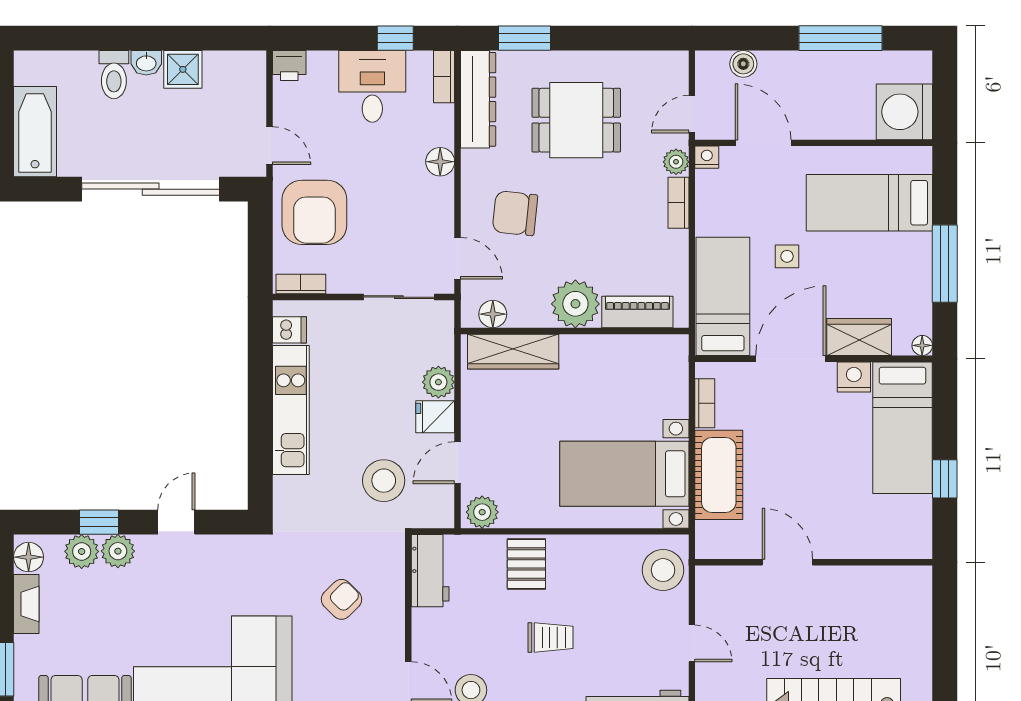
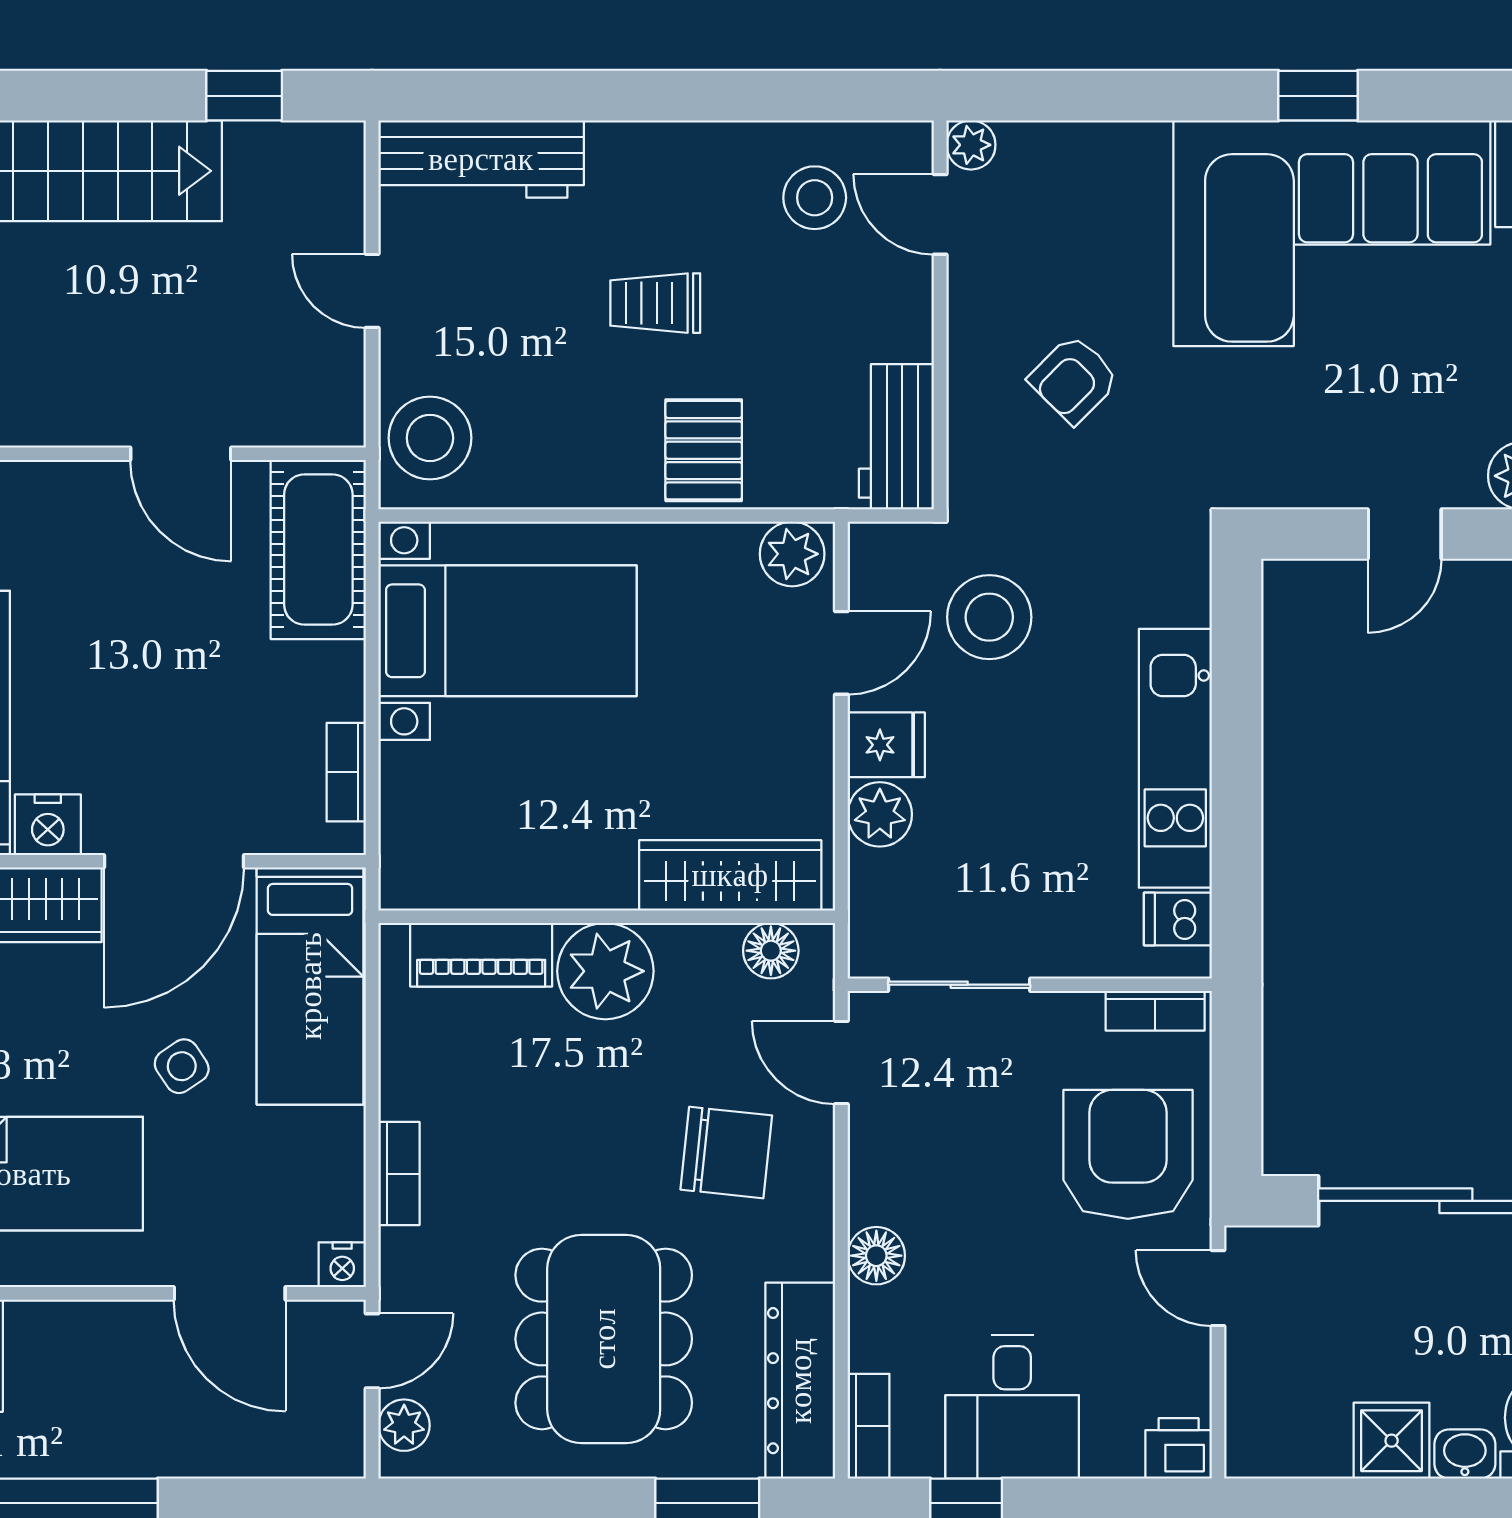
boiler: (743, 64) -> (269, 1452), removed
dining table: (576, 120) -> (604, 1339), width x1.38
plant: (676, 162) -> (404, 1425), moved
side table: (787, 256) -> (182, 1066), turned -34
cot: (719, 475) -> (318, 550), moved

